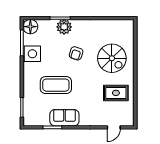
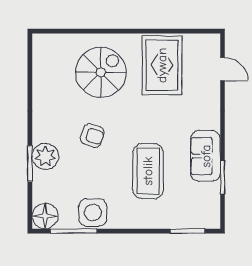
rug: (116, 93) -> (162, 65), width x1.36, depth x1.43

